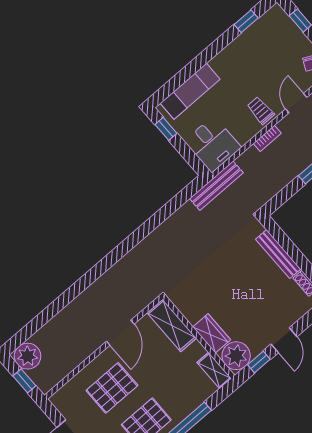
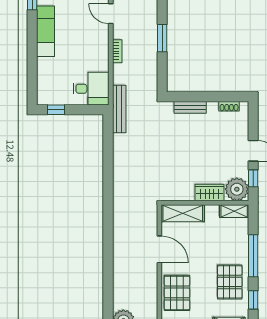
exam couch: (190, 91) -> (46, 31), moved
trolley: (261, 110) -> (96, 40), removed
bench: (278, 254) -> (190, 107), width x0.73
pallet: (112, 388) -> (177, 293), moved

